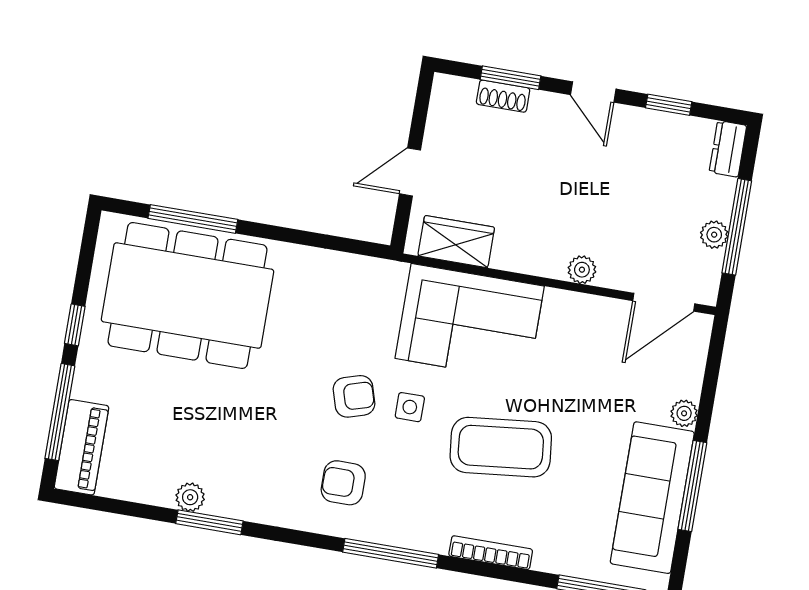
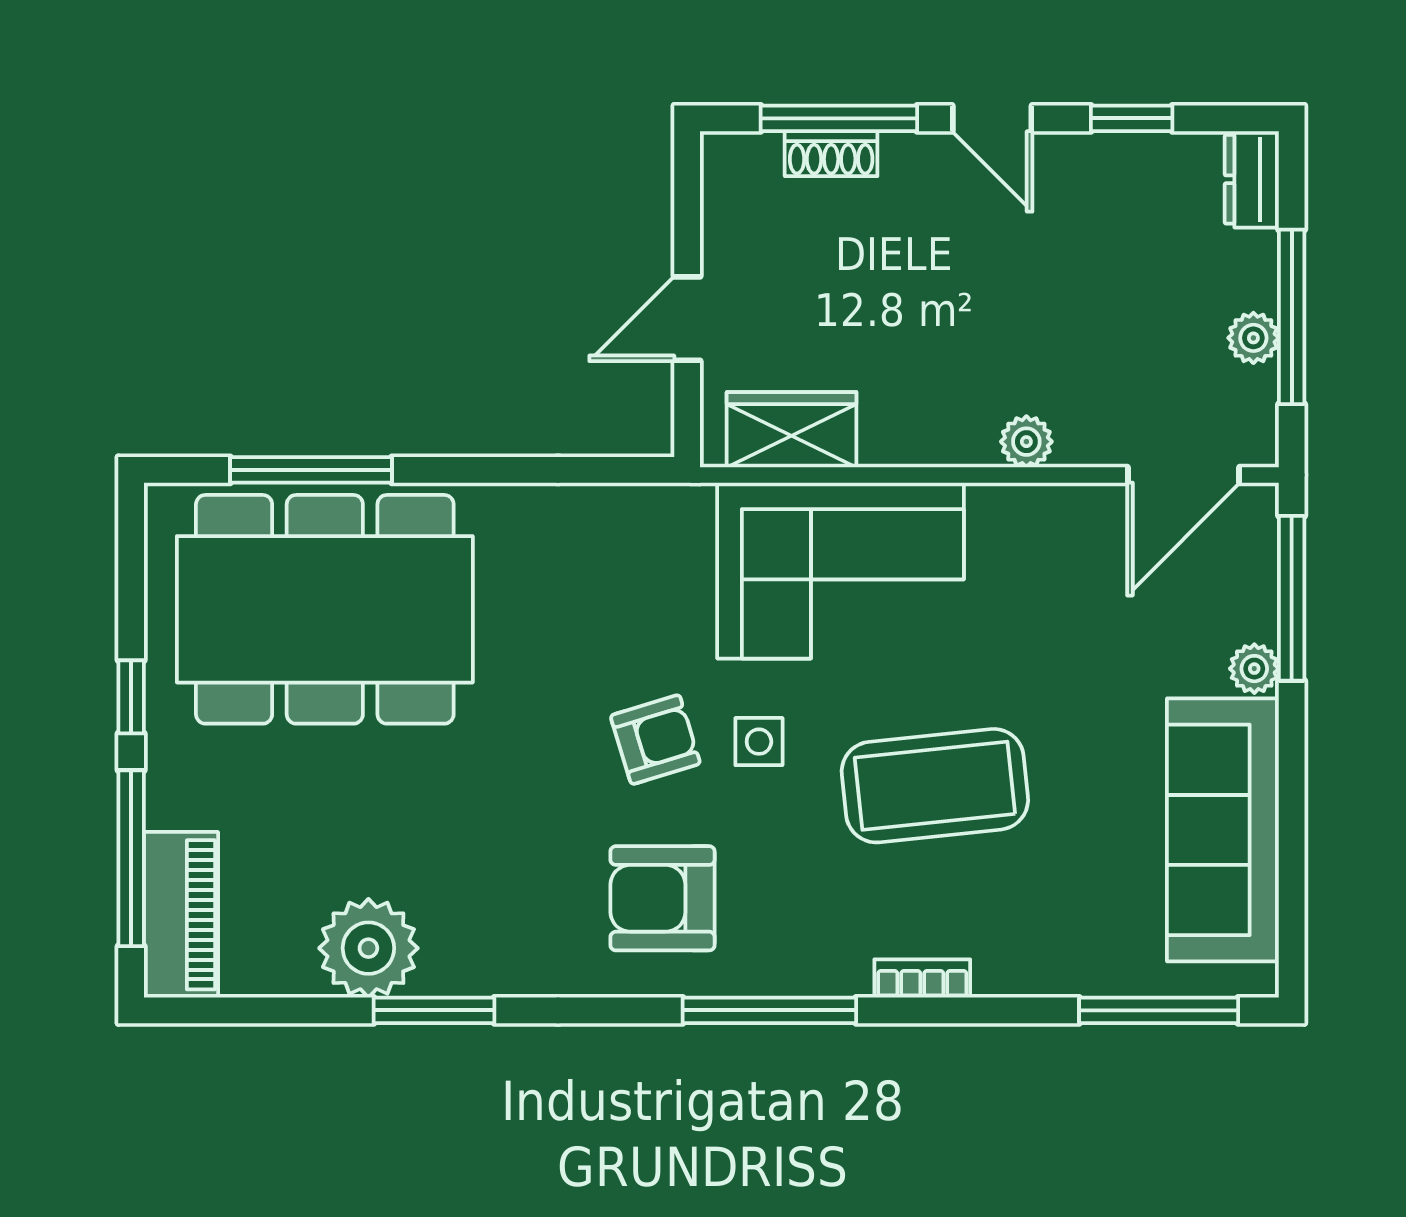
window: (511, 78) -> (839, 118), width x1.44
armchair: (343, 483) -> (663, 898), width x1.38, depth x1.38
window: (692, 486) -> (1292, 598), moved
plant: (190, 497) -> (368, 948), width x1.88, depth x1.88
bookcase: (491, 553) -> (922, 979), width x0.64

